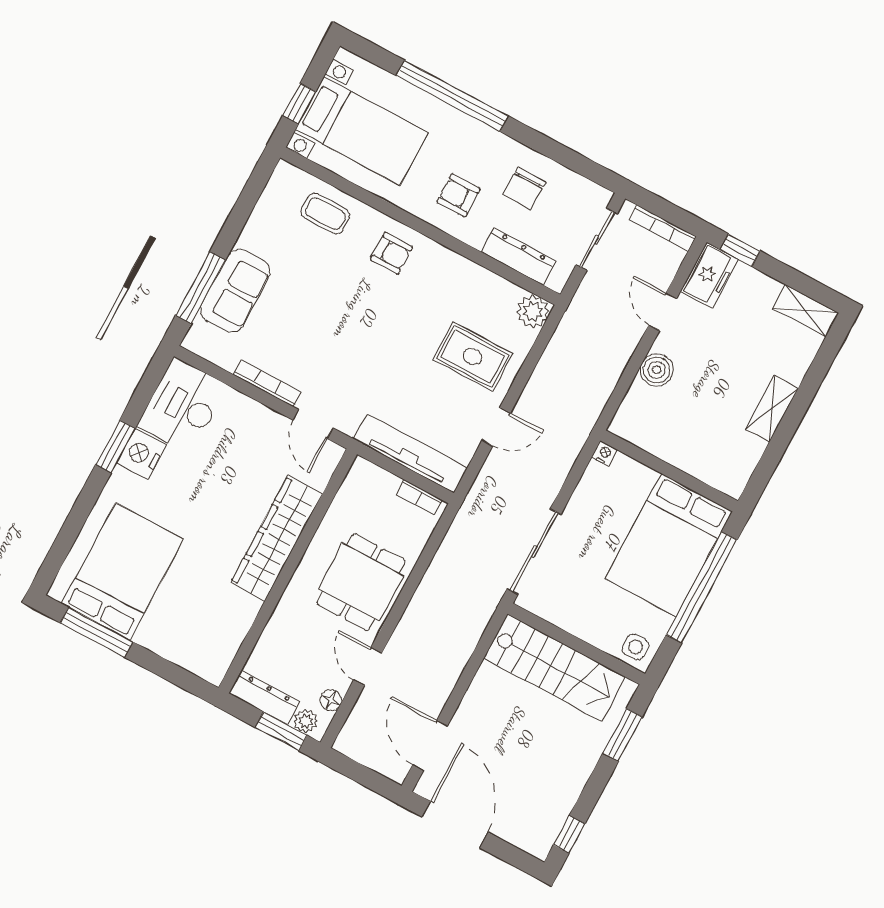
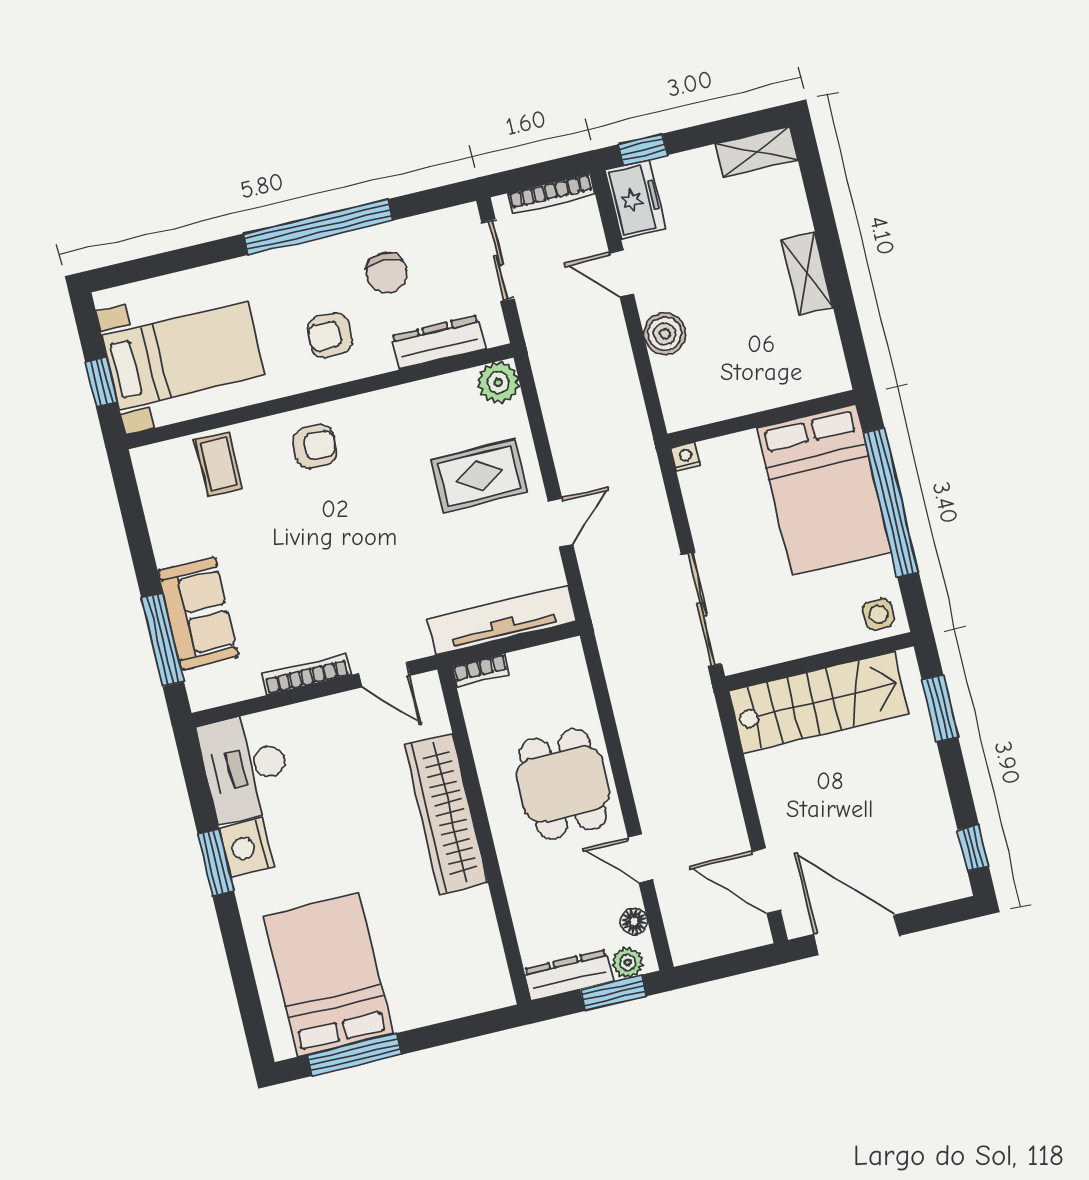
window: (452, 96) -> (318, 227), moved
coffee table: (325, 214) -> (219, 464), turned 90
bookcase: (419, 497) -> (481, 670), moved

